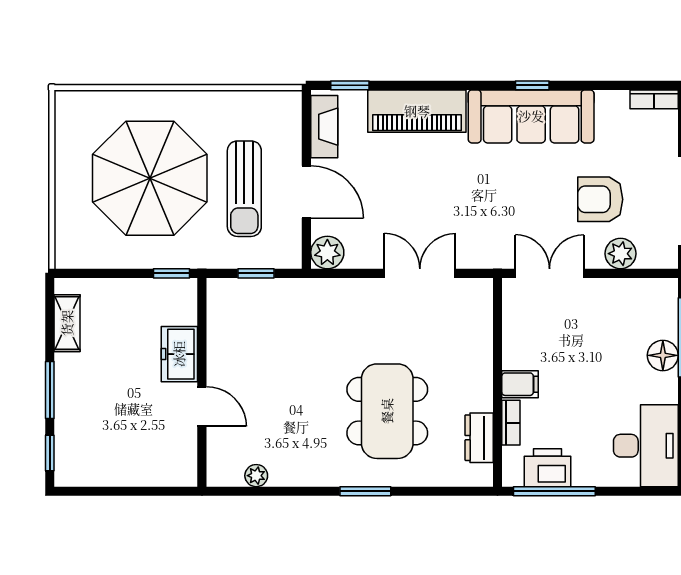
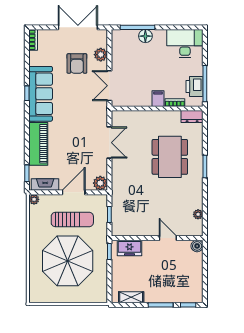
plant: (290, 101) -> (34, 199), added
double door: (420, 273) -> (109, 143), swing flipped
freezer: (179, 354) -> (129, 248), moved
door: (202, 407) -> (168, 238), hinge flipped
dining table: (387, 411) -> (170, 157), turned 90
dresser: (479, 438) -> (192, 117), moved
boiler: (184, 473) -> (197, 246), added

